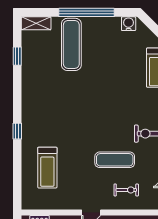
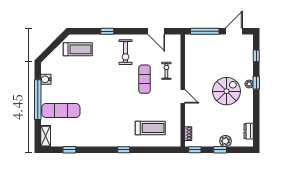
water cooler: (129, 24) -> (46, 79), moved

